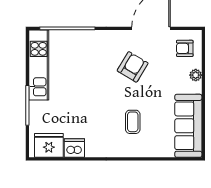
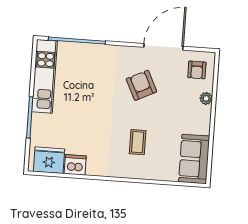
armchair: (185, 48) -> (197, 70), turned -90
armchair: (133, 67) -> (141, 85), turned -57
sofa: (188, 126) -> (194, 159), width x0.73

